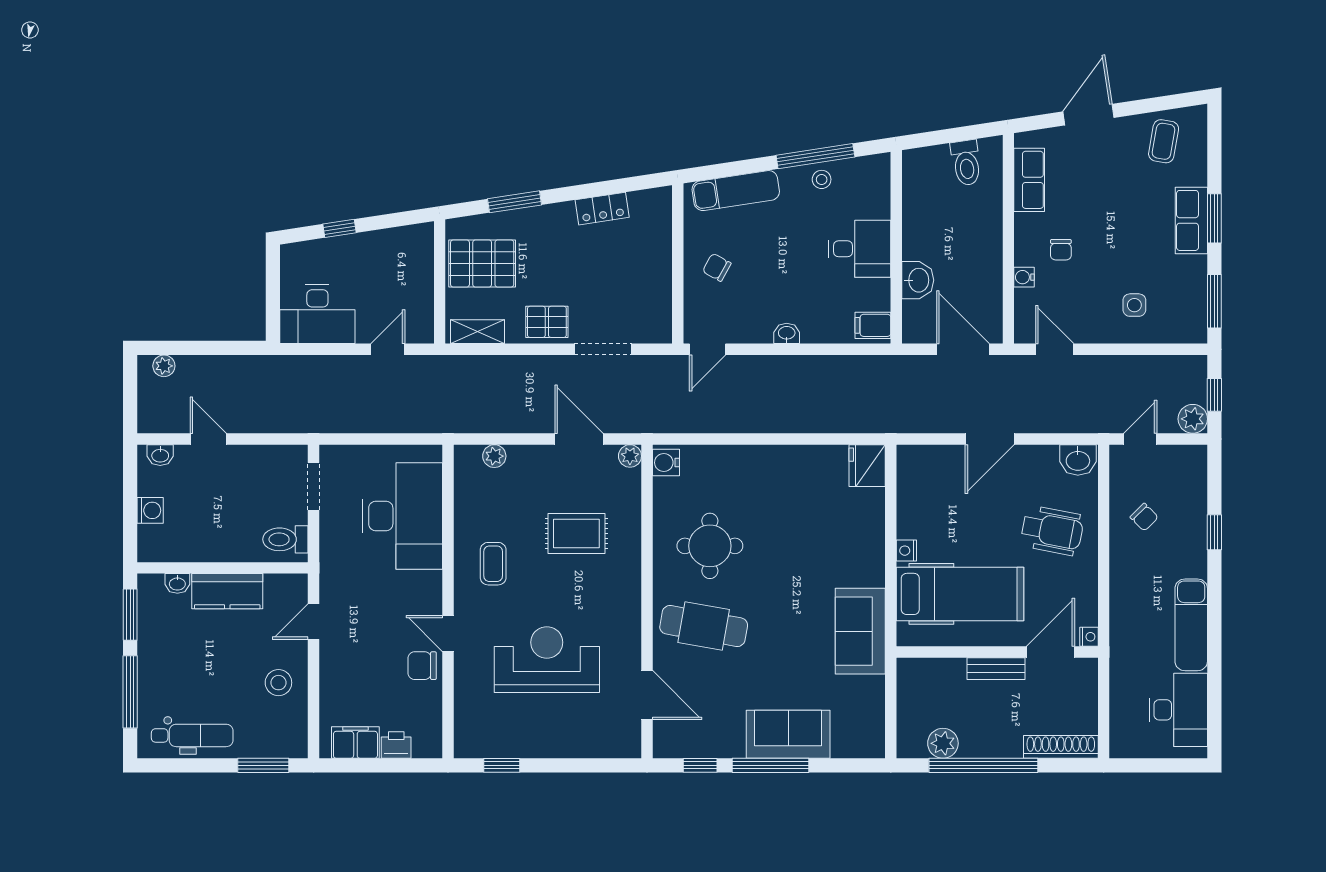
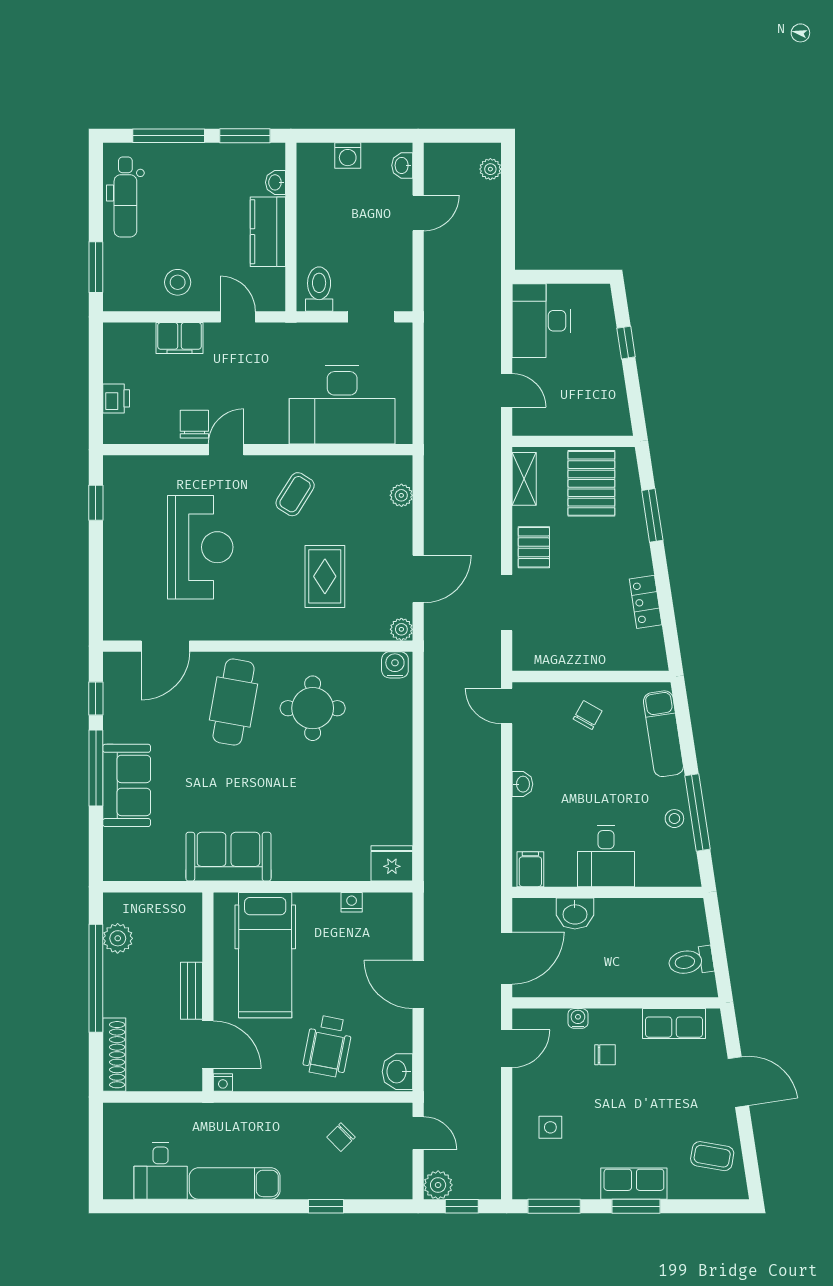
chair: (1061, 250) -> (605, 1055), turned 180
nightstand: (906, 551) -> (352, 902), moved
coffee table: (493, 564) -> (295, 494), turned -58
desk: (1178, 710) -> (161, 1171), width x0.73
filing cabinet: (355, 743) -> (179, 338), moved, turned 90

